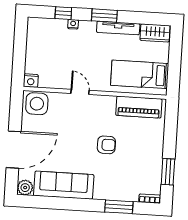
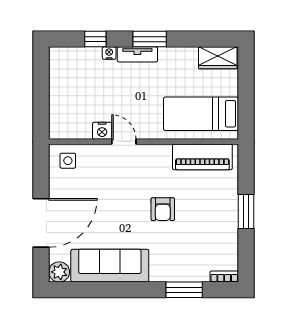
tv unit: (118, 28) -> (137, 54), moved, width x0.71
nightstand: (31, 81) -> (102, 131), moved
side table: (37, 104) -> (68, 161), width x0.54, depth x0.54
armchair: (106, 145) -> (163, 209), turned 90
window: (168, 172) -> (246, 212), moved

